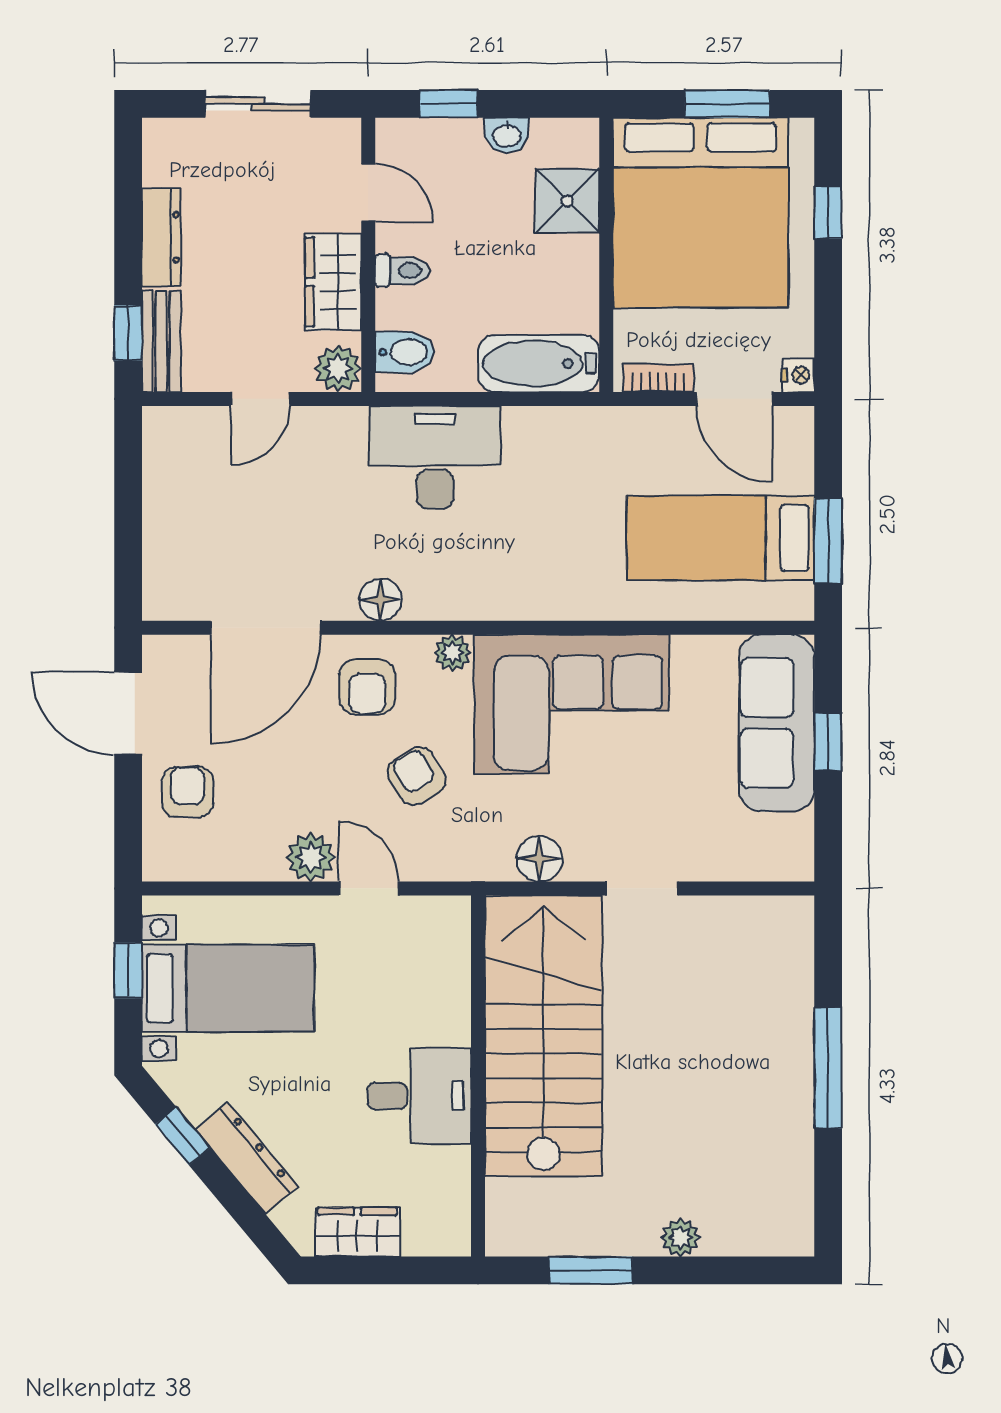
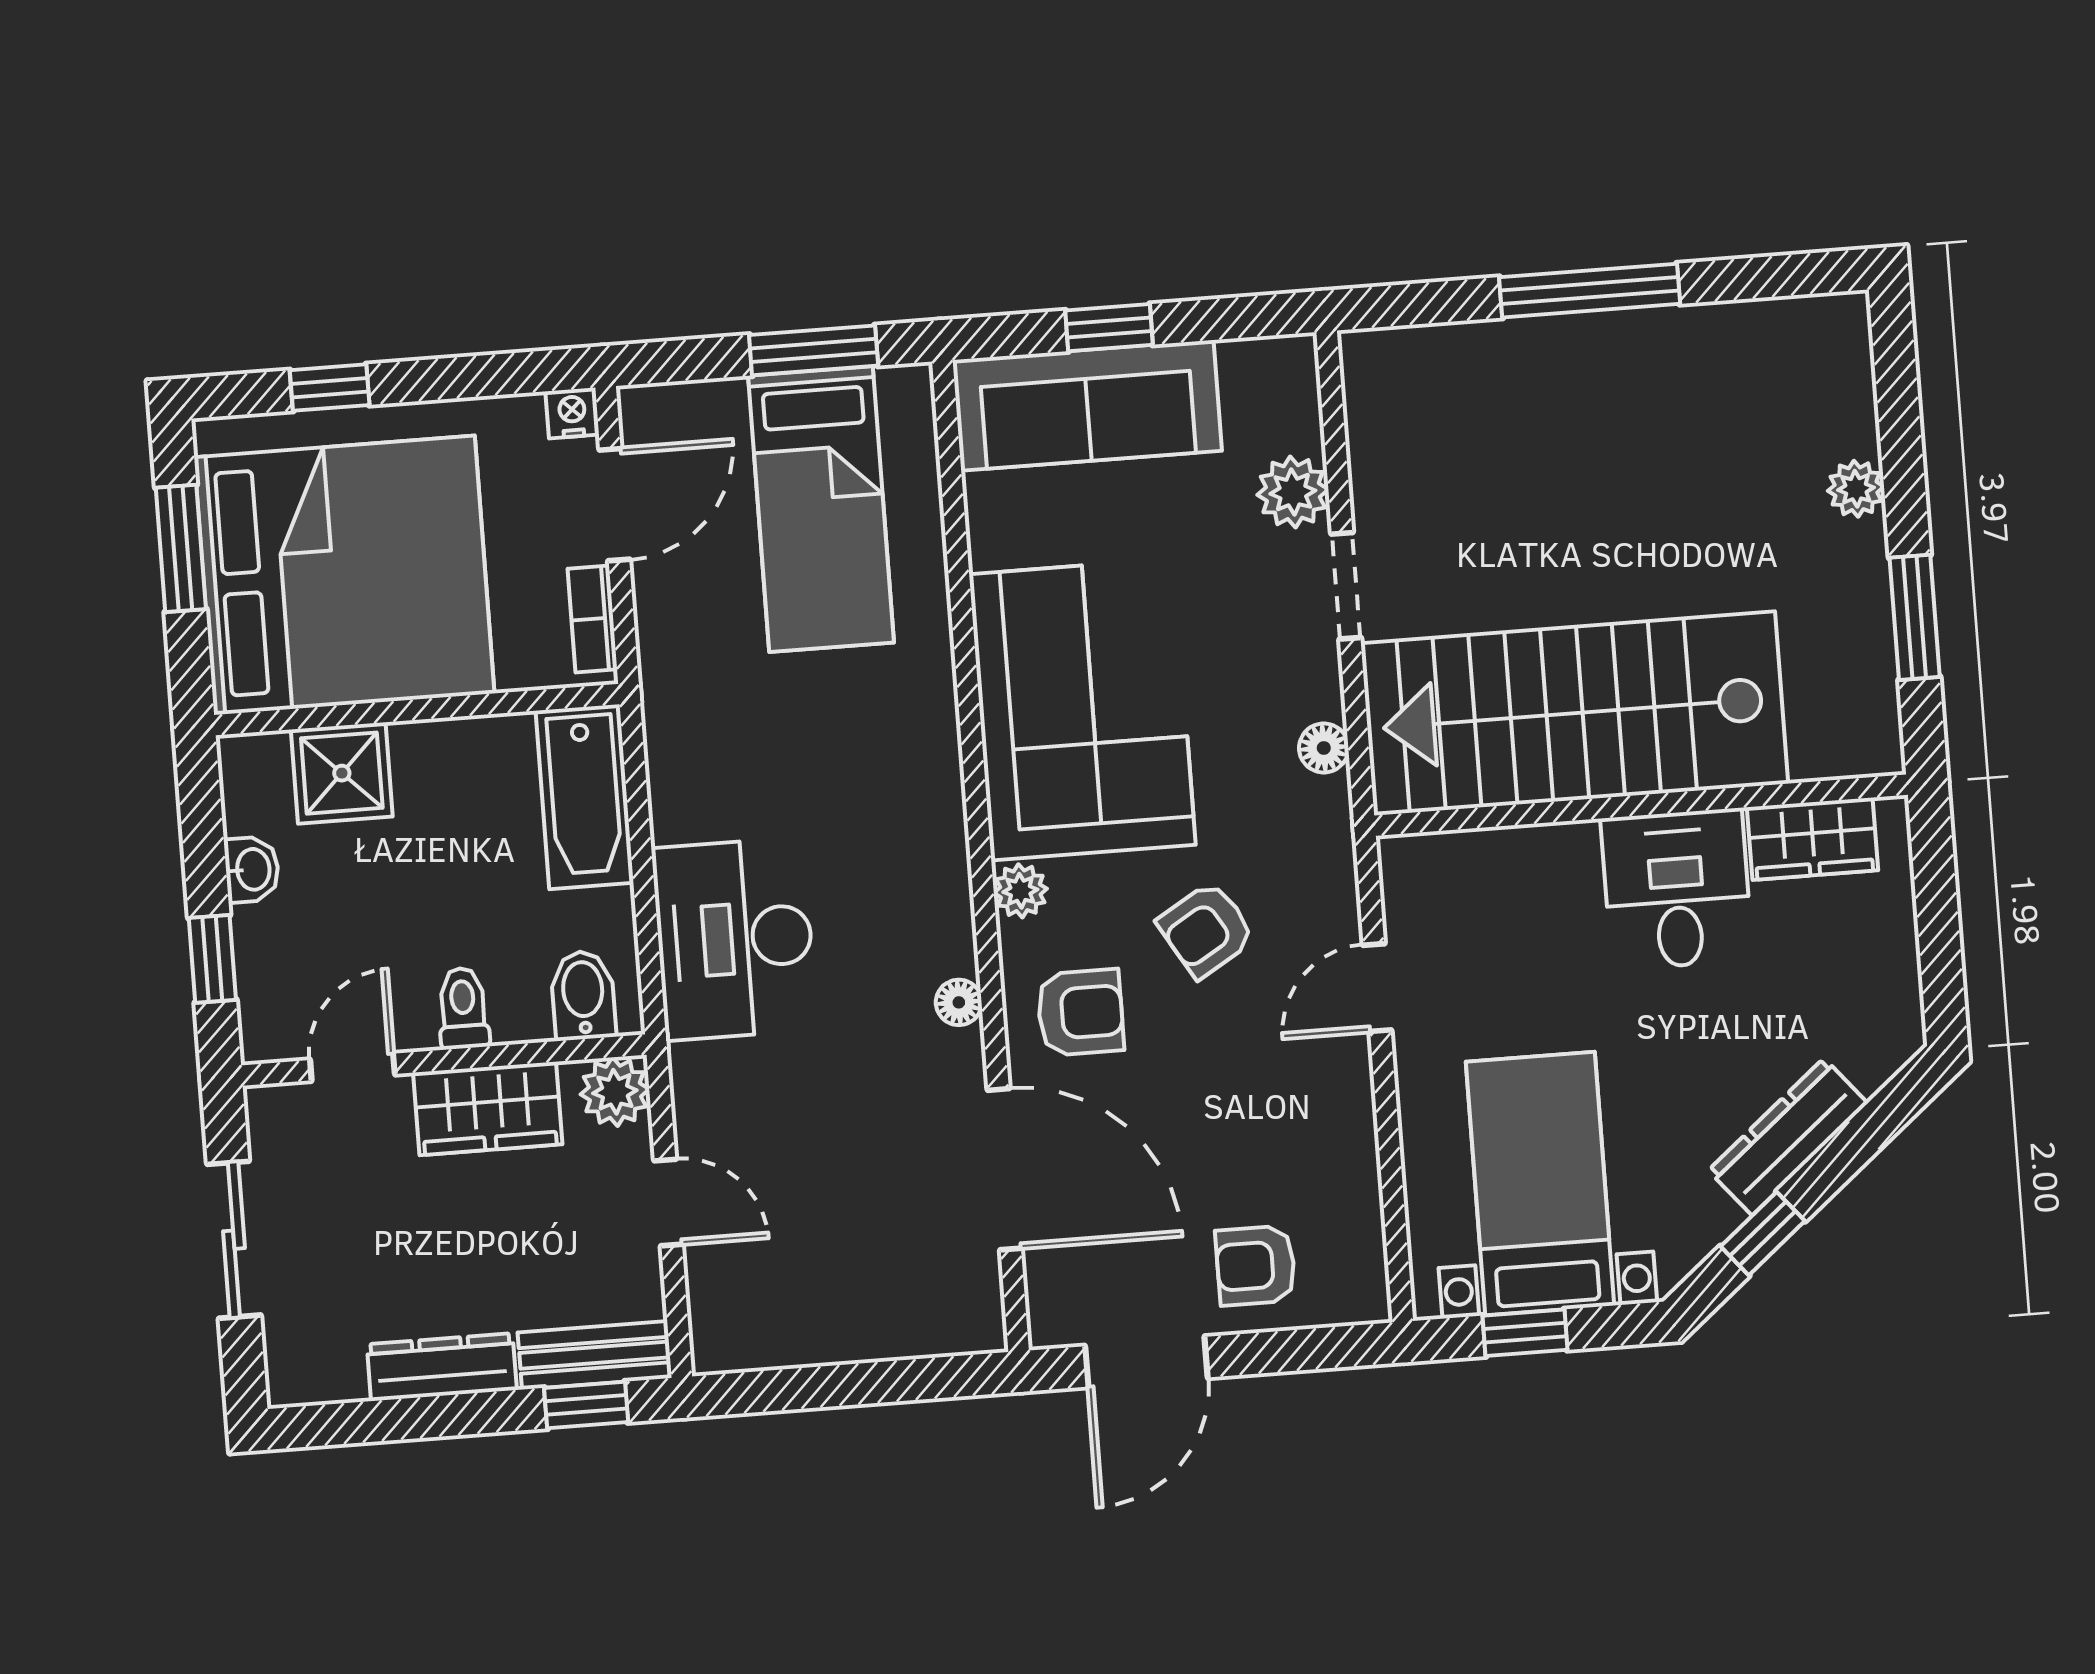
floor lamp: (380, 600) -> (959, 1002), width x0.73, depth x0.73
plant: (311, 857) -> (1293, 492), moved
floor lamp: (539, 859) -> (1324, 748), width x0.73, depth x0.73
wardrobe: (357, 1232) -> (1813, 839), moved, turned -90

